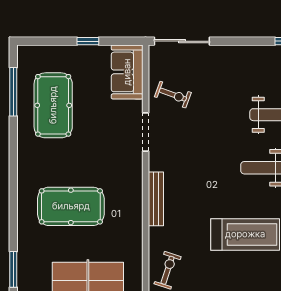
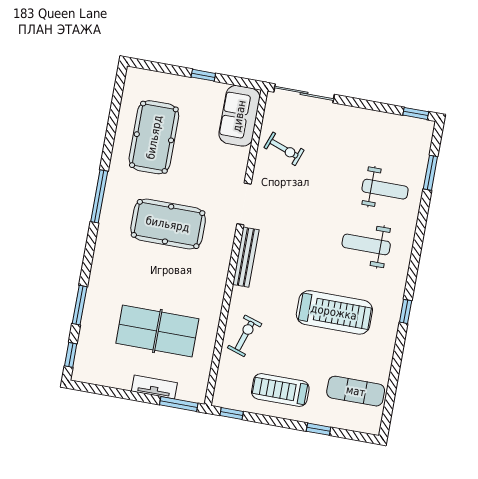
window: (13, 92) -> (99, 196), moved
doorway: (146, 132) -> (244, 204), moved
pool table: (71, 206) -> (168, 224), moved

